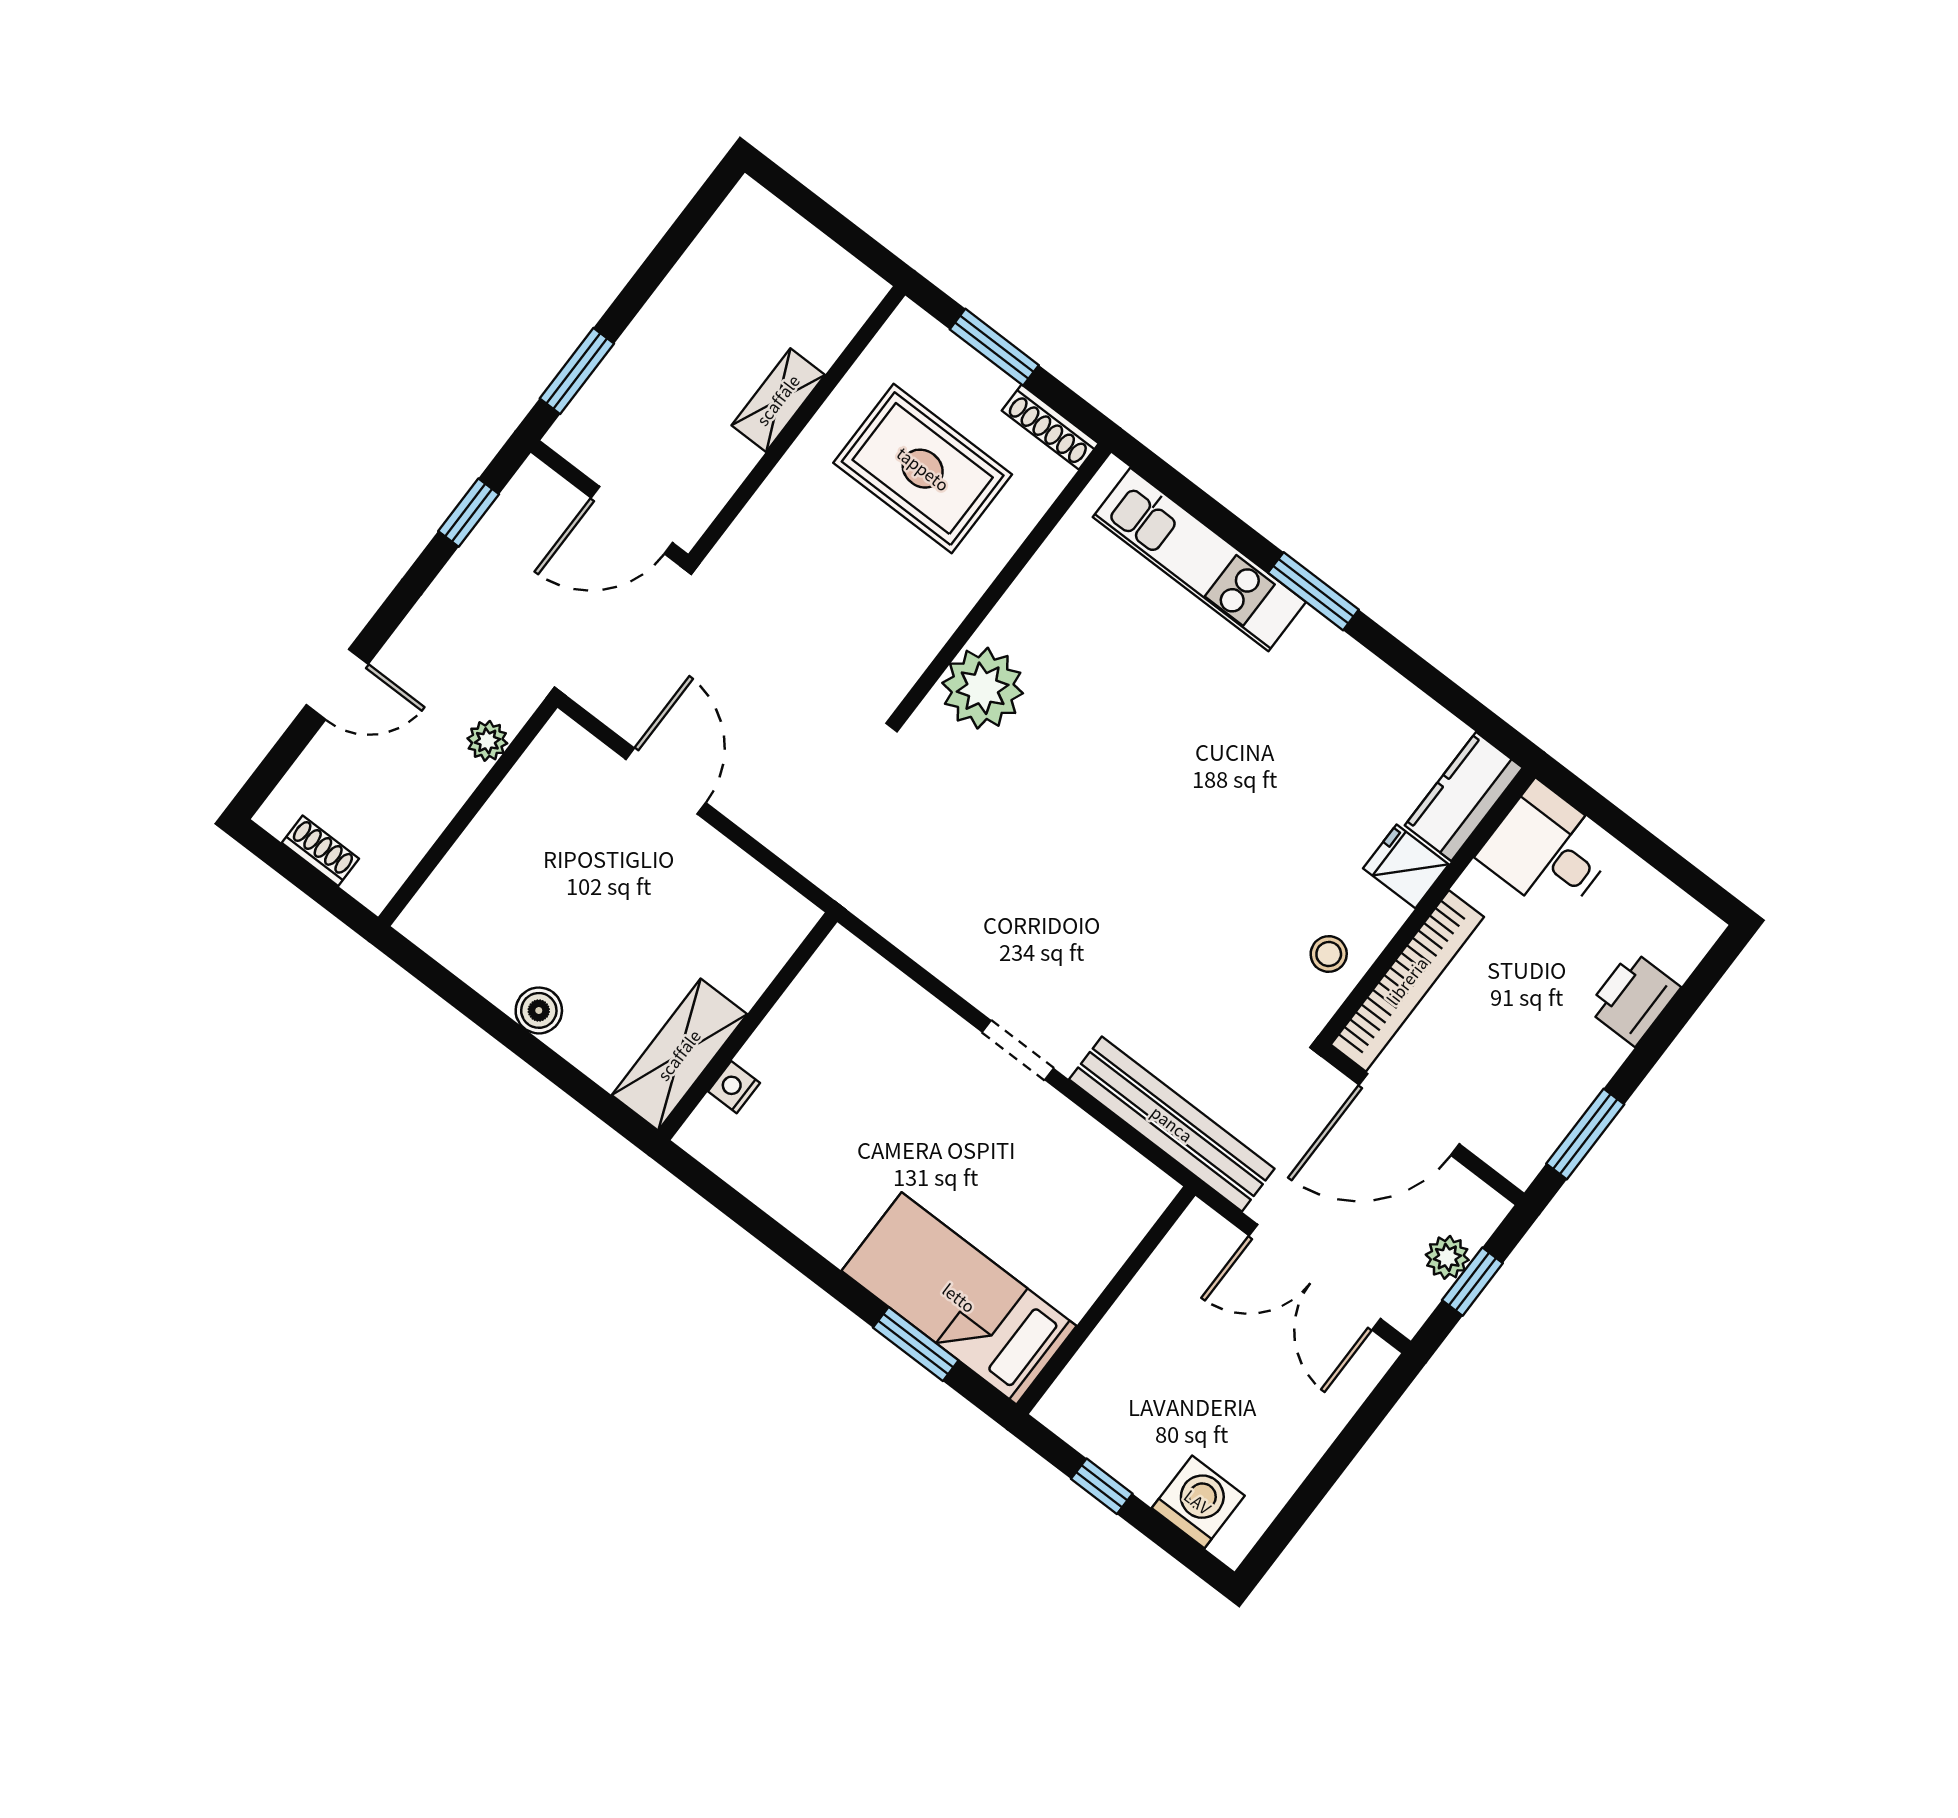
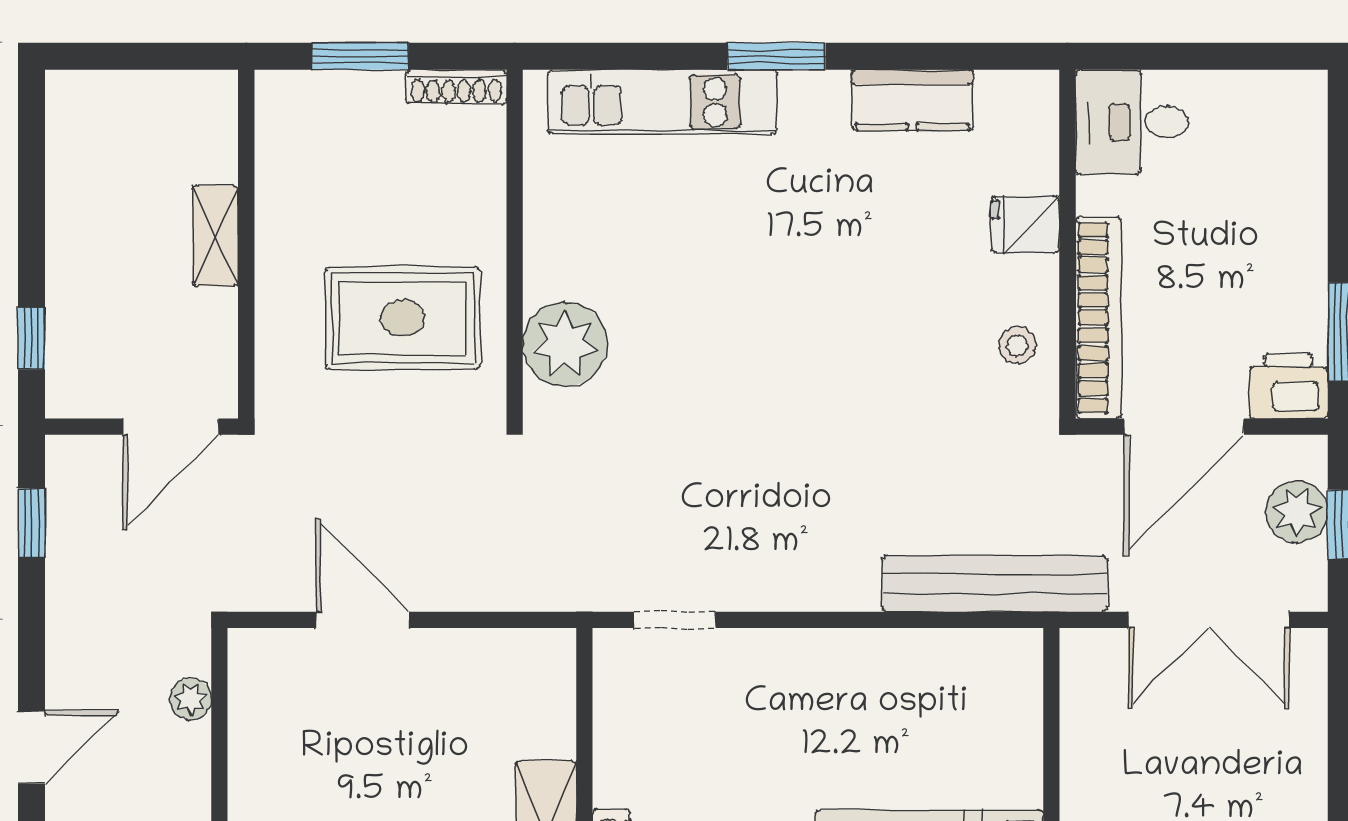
window: (577, 371) -> (32, 339), width x0.67
rug: (923, 469) -> (403, 318), moved
kitchen counter: (1464, 797) -> (912, 100), moved, turned -90
printer: (1633, 998) -> (1289, 386), moved, turned 90
doorway: (1018, 1050) -> (675, 620), moved
plant: (1447, 1257) -> (1297, 512), width x1.38, depth x1.38

